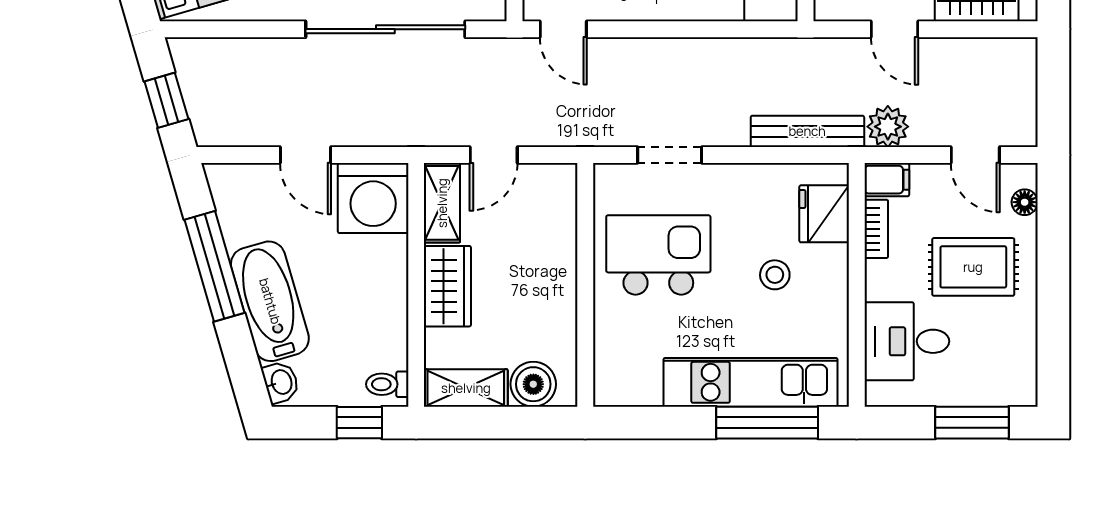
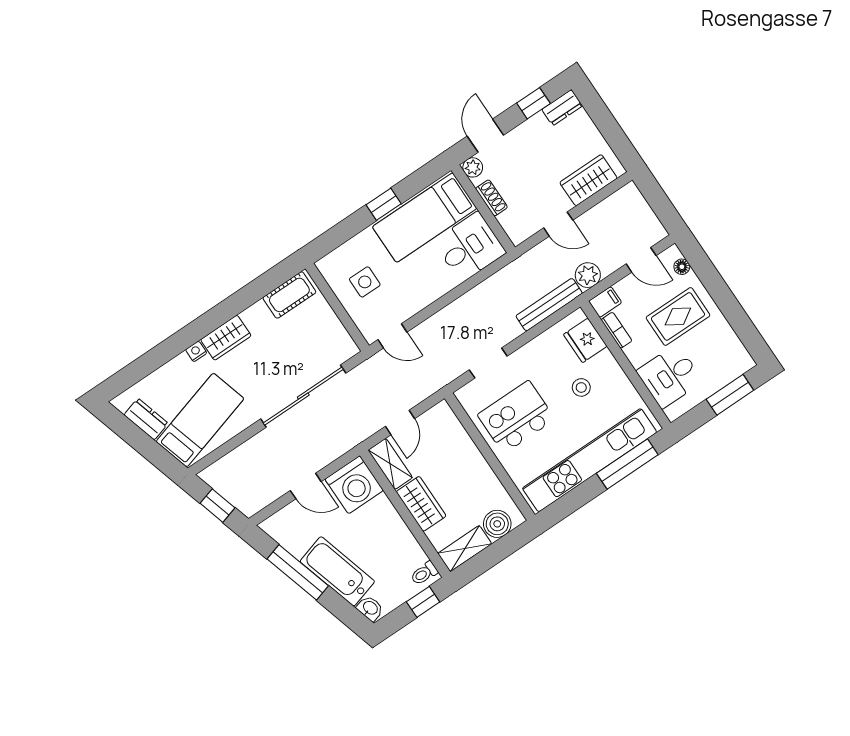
kitchen unit: (751, 382) -> (590, 460), width x1.36

